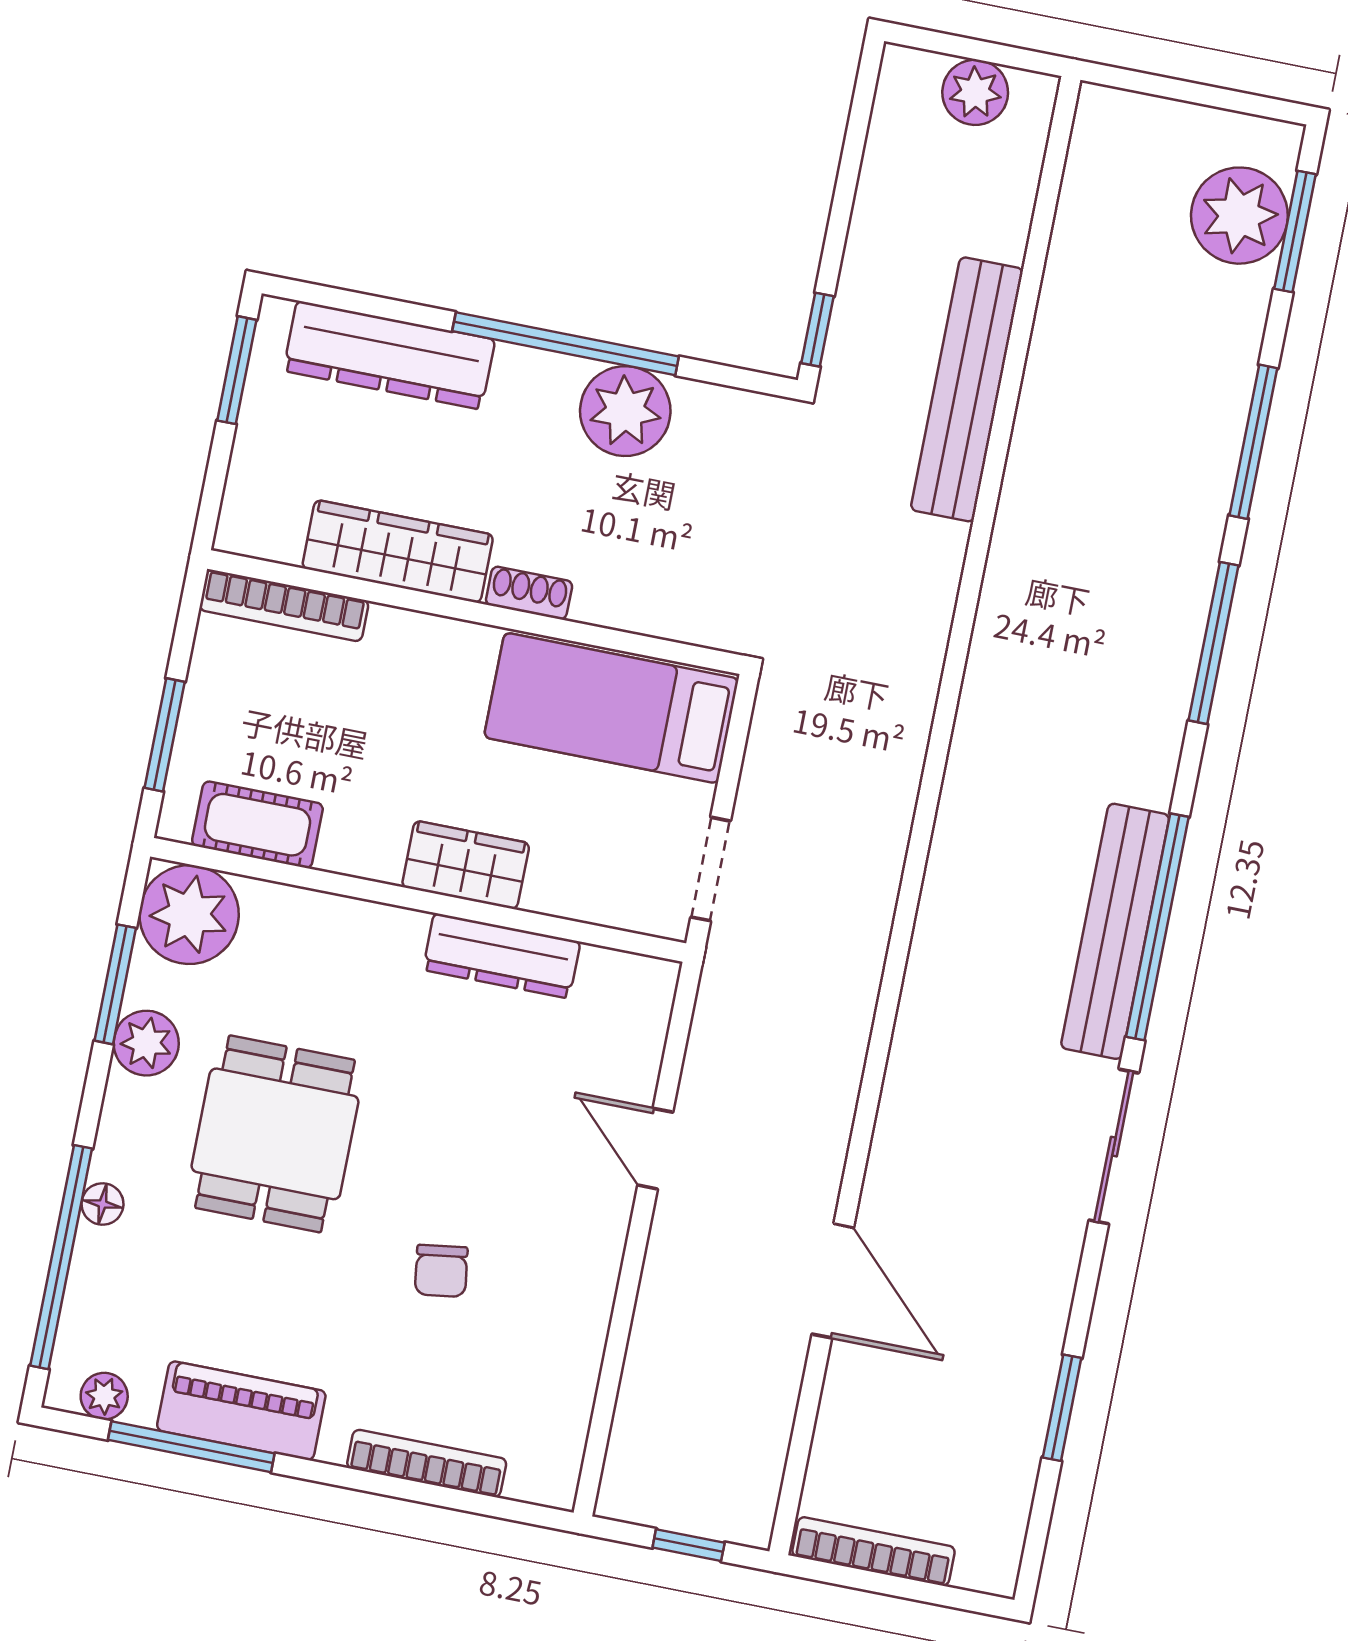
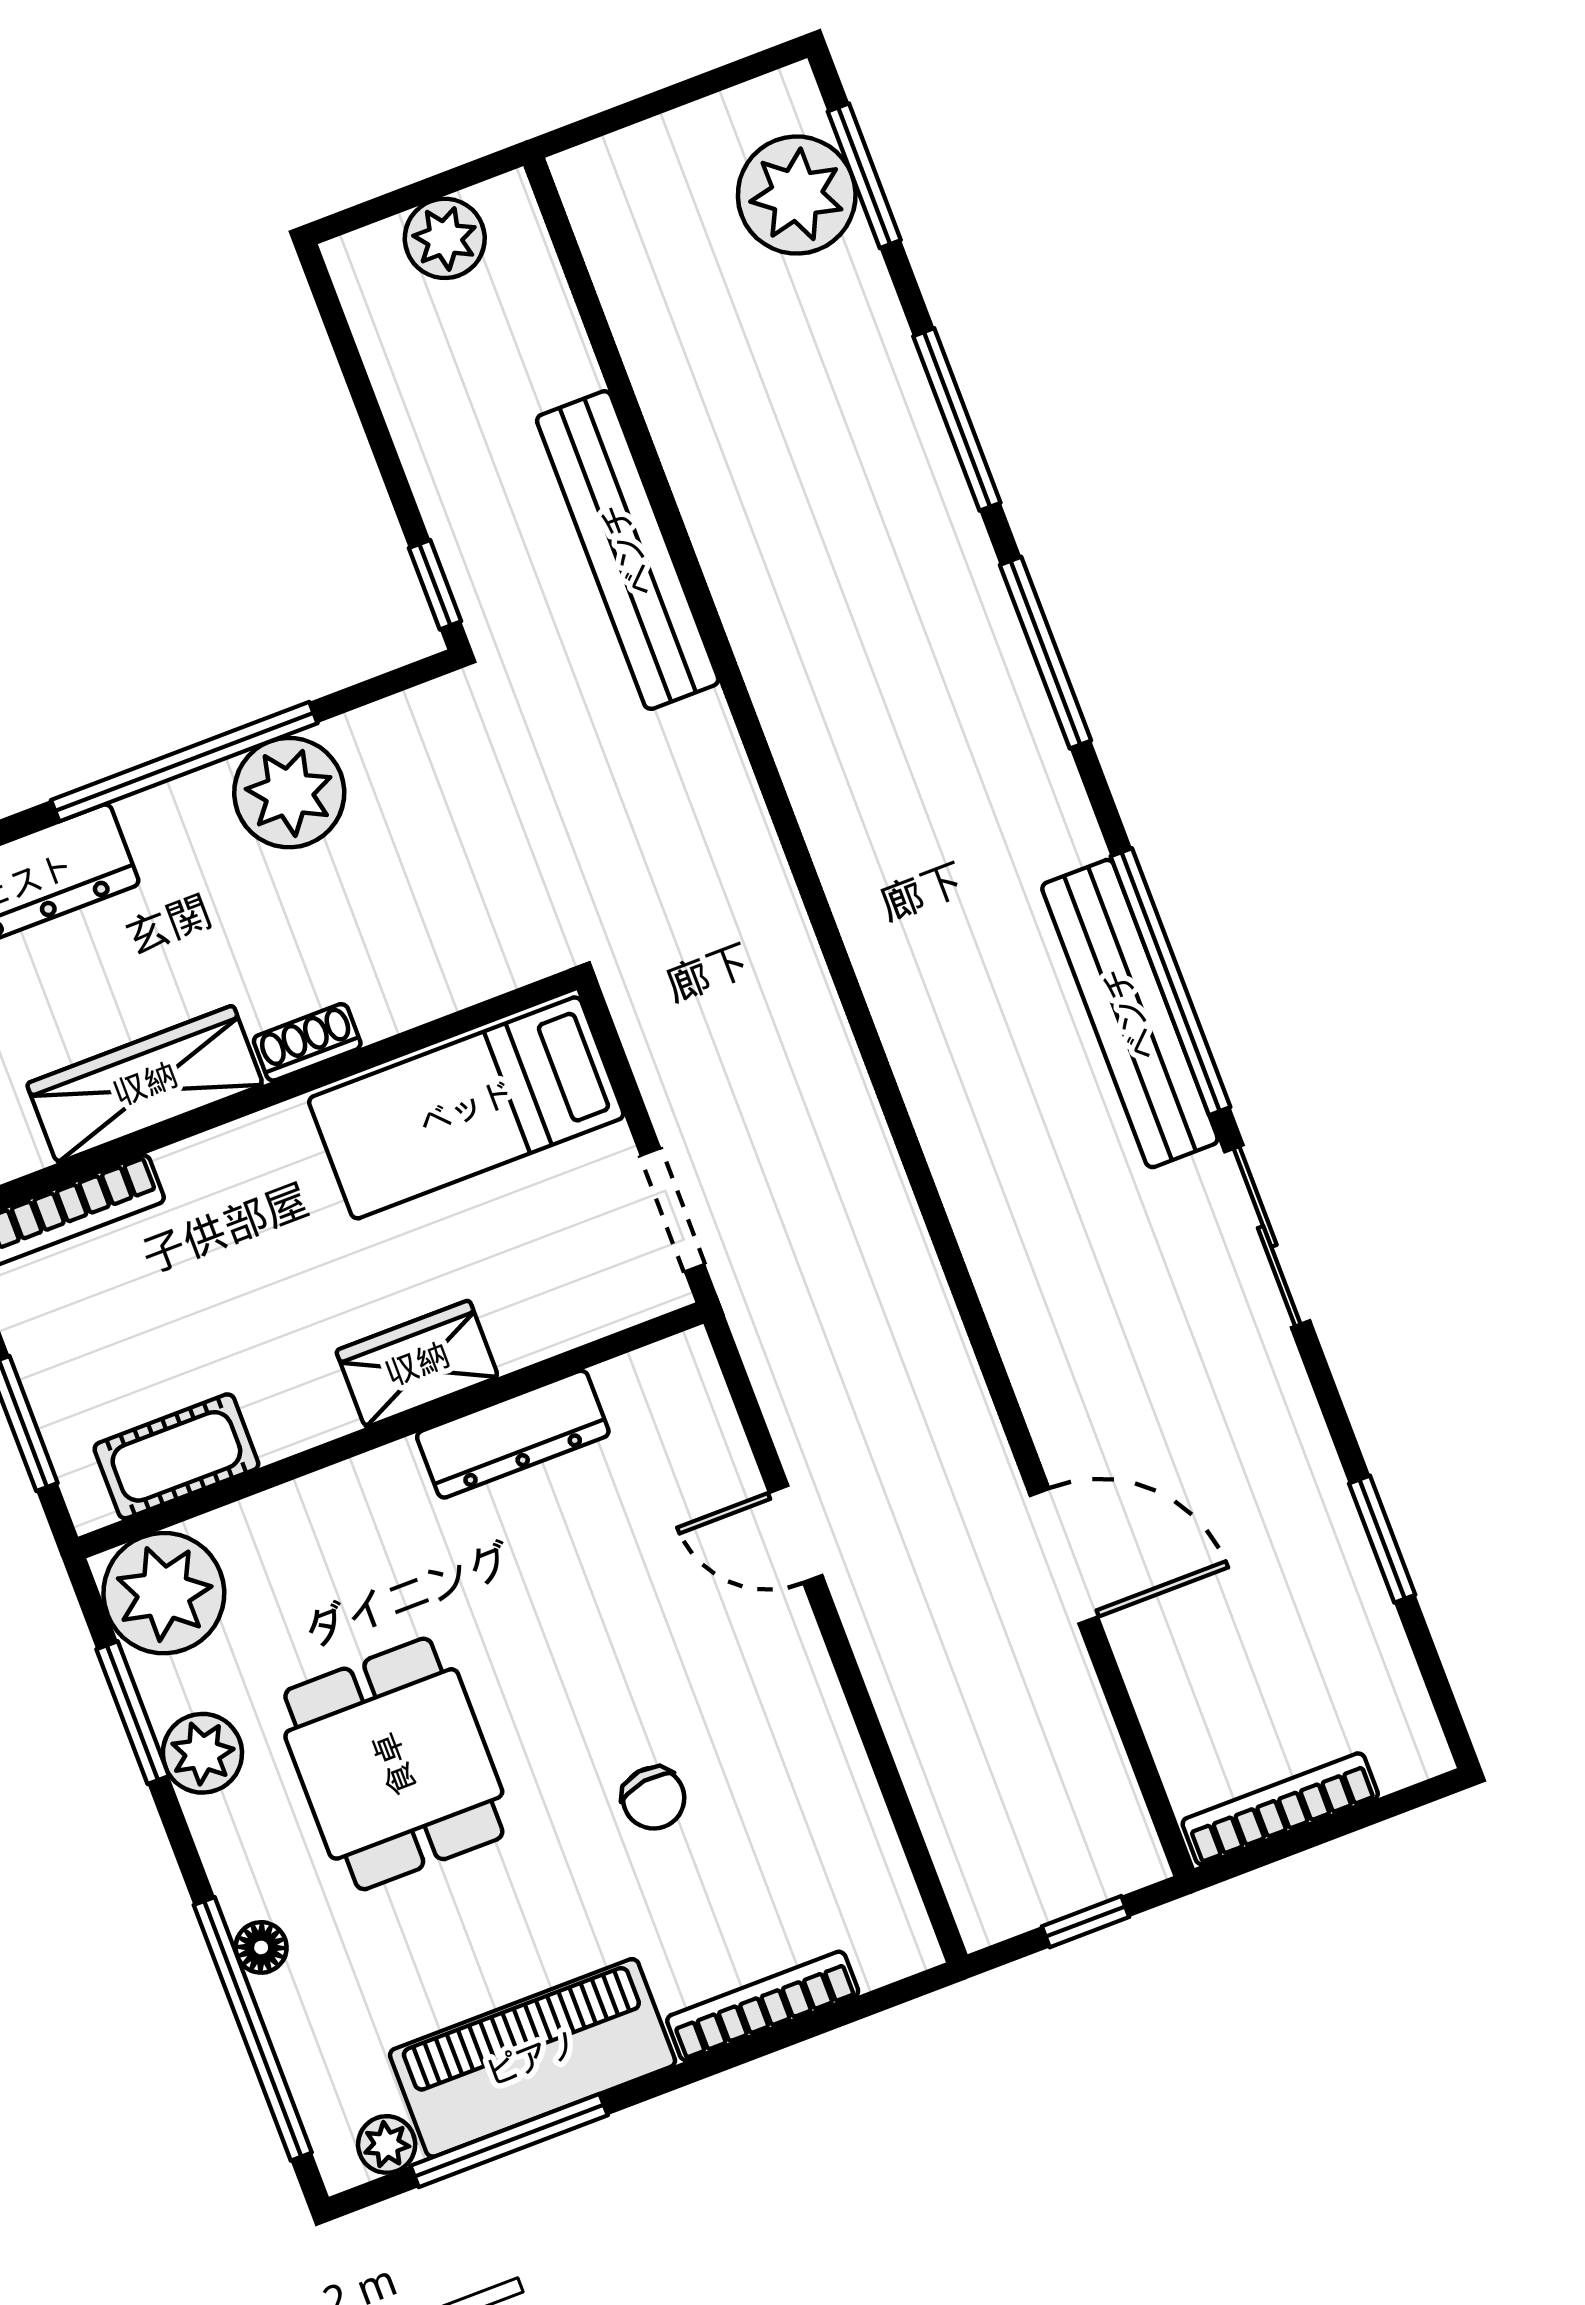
piano: (241, 1411) -> (532, 2058), width x1.37, depth x1.33

